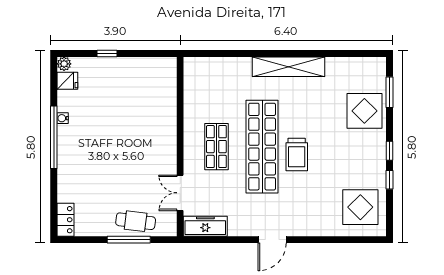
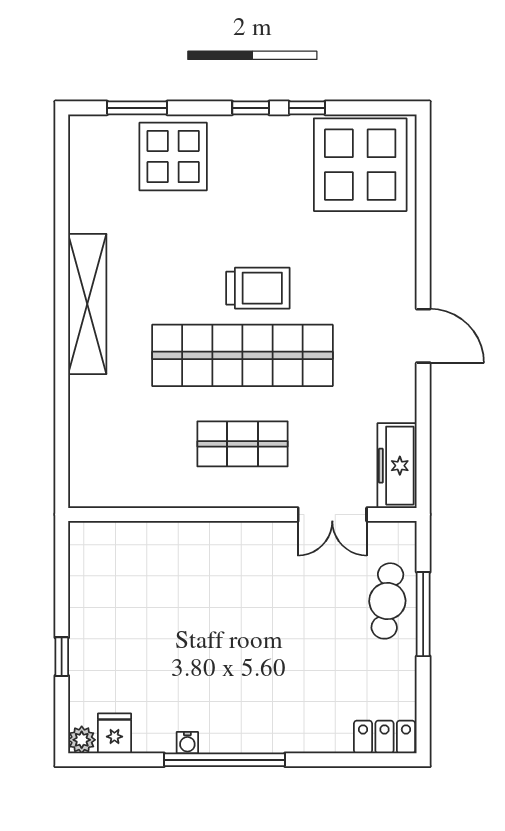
display table: (360, 207) -> (360, 165), width x1.36, depth x1.36

